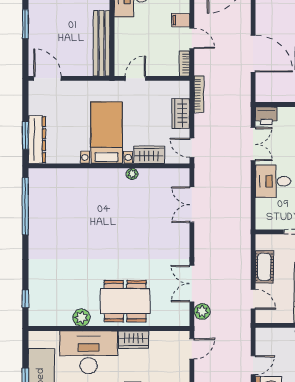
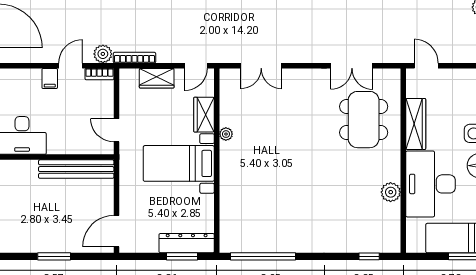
dining table: (125, 301) -> (364, 120), moved
plant: (202, 311) -> (103, 54), moved
wardrobe: (133, 339) -> (416, 124), width x1.50

